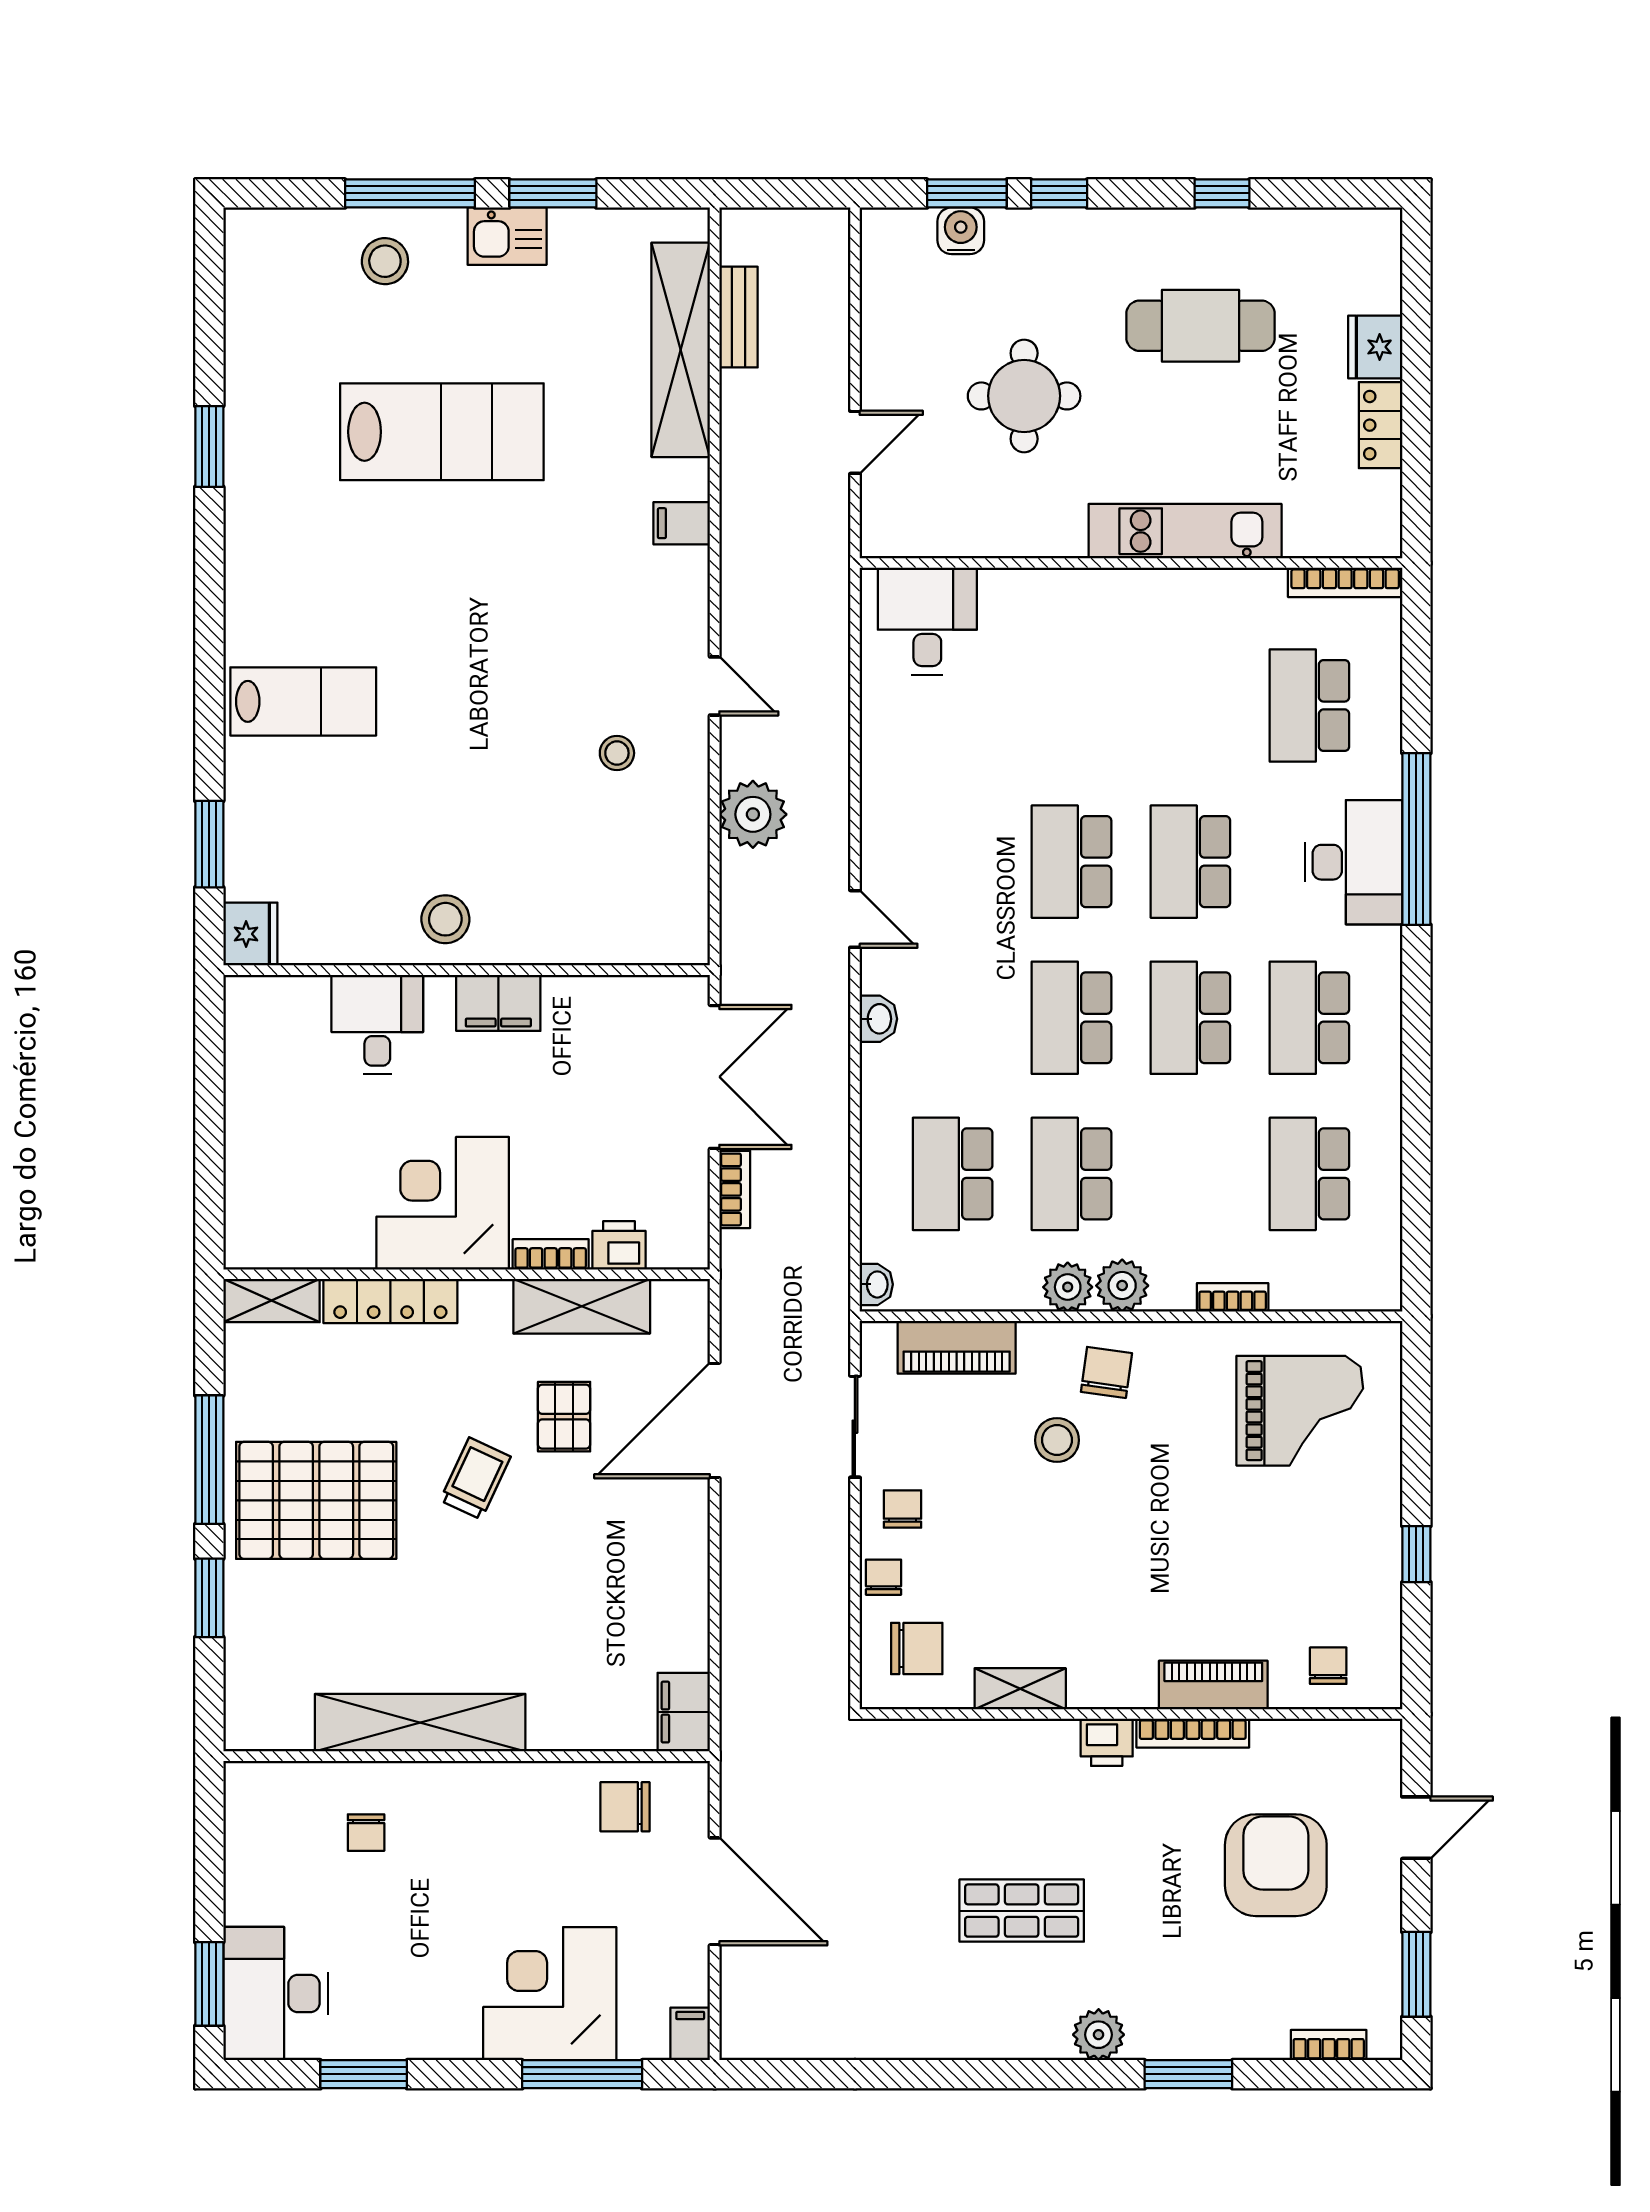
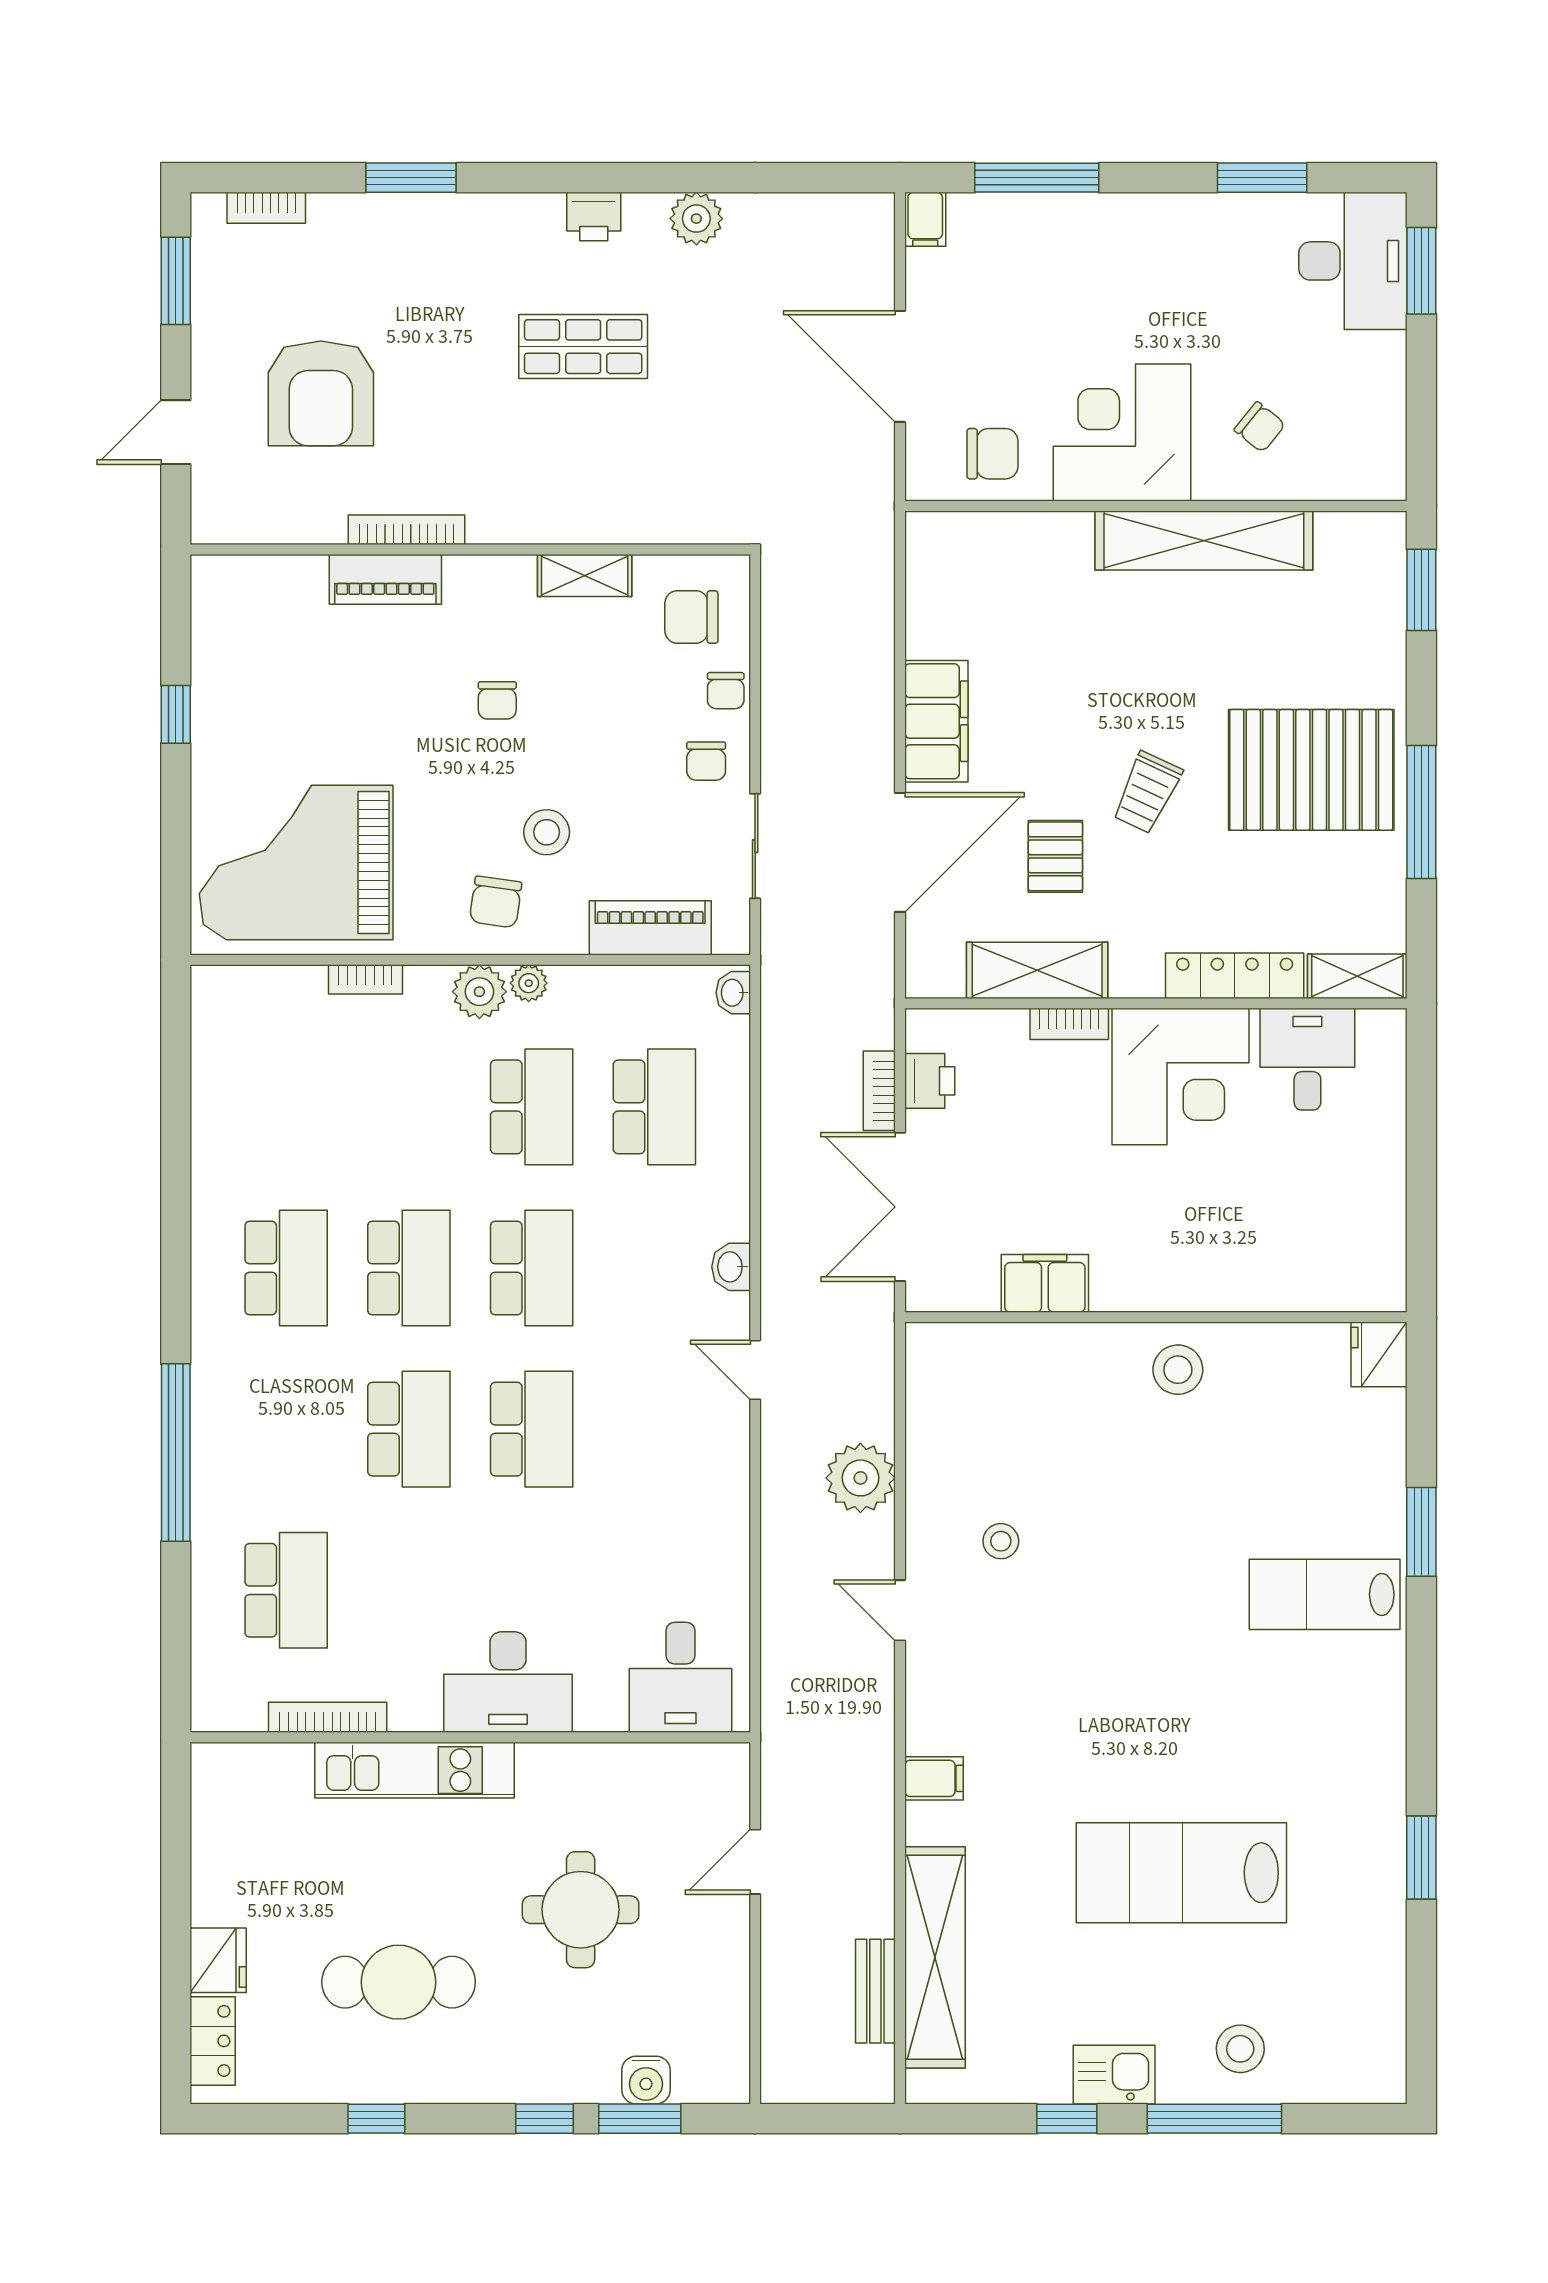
window: (553, 193) -> (1067, 2119), width x0.67
locker: (1381, 425) -> (213, 2041), moved
bookcase: (1345, 582) -> (328, 1717), moved
window: (209, 844) -> (1421, 1532), moved
desk: (1354, 862) -> (508, 1682), moved, turned -90
filing cabinet: (498, 1003) -> (1045, 1283), moved
desk: (377, 1024) -> (1307, 1059), moved, turned 180
school desk: (1309, 1174) -> (286, 1107), removed
printer: (619, 1245) -> (930, 1081), moved, turned -90
plant: (1068, 1287) -> (529, 983), width x0.73, depth x0.73
grand piano: (1300, 1411) -> (296, 862), width x1.37, depth x1.48
window: (209, 1598) -> (1421, 590), moved
chair: (1328, 1666) -> (497, 700), moved
filing cabinet: (684, 1712) -> (936, 721), moved, width x1.50, depth x1.17
printer: (1107, 1742) -> (594, 217), moved, turned 180
chair: (366, 1833) -> (1260, 427), turned 129
corner desk: (550, 1994) -> (1122, 432), moved, turned 180
plant: (1099, 2035) -> (696, 219), moved

